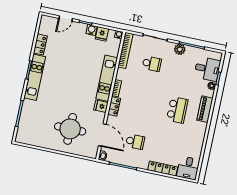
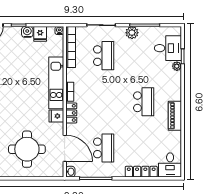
school desk: (152, 64) -> (104, 56), width x1.85
piano: (205, 109) -> (175, 116), moved
school desk: (135, 142) -> (104, 148), width x1.85

